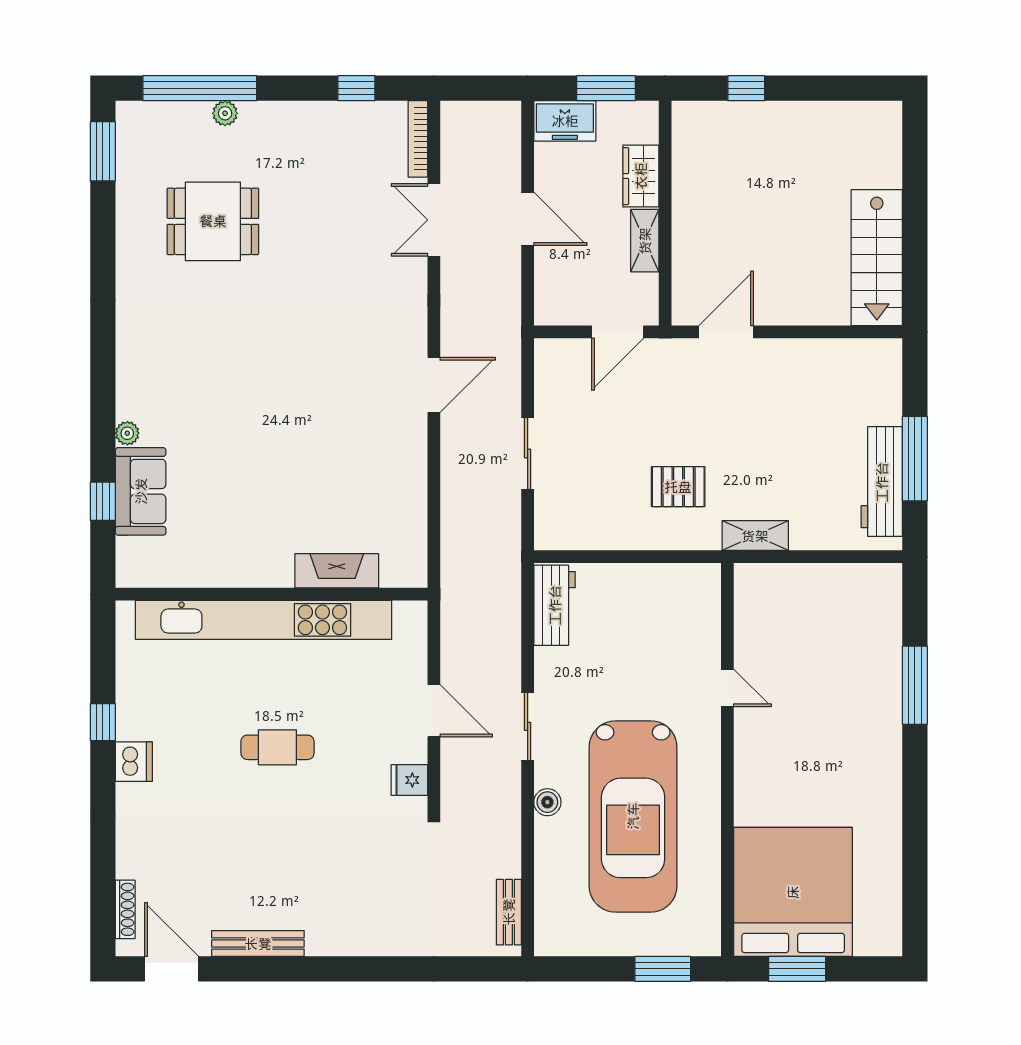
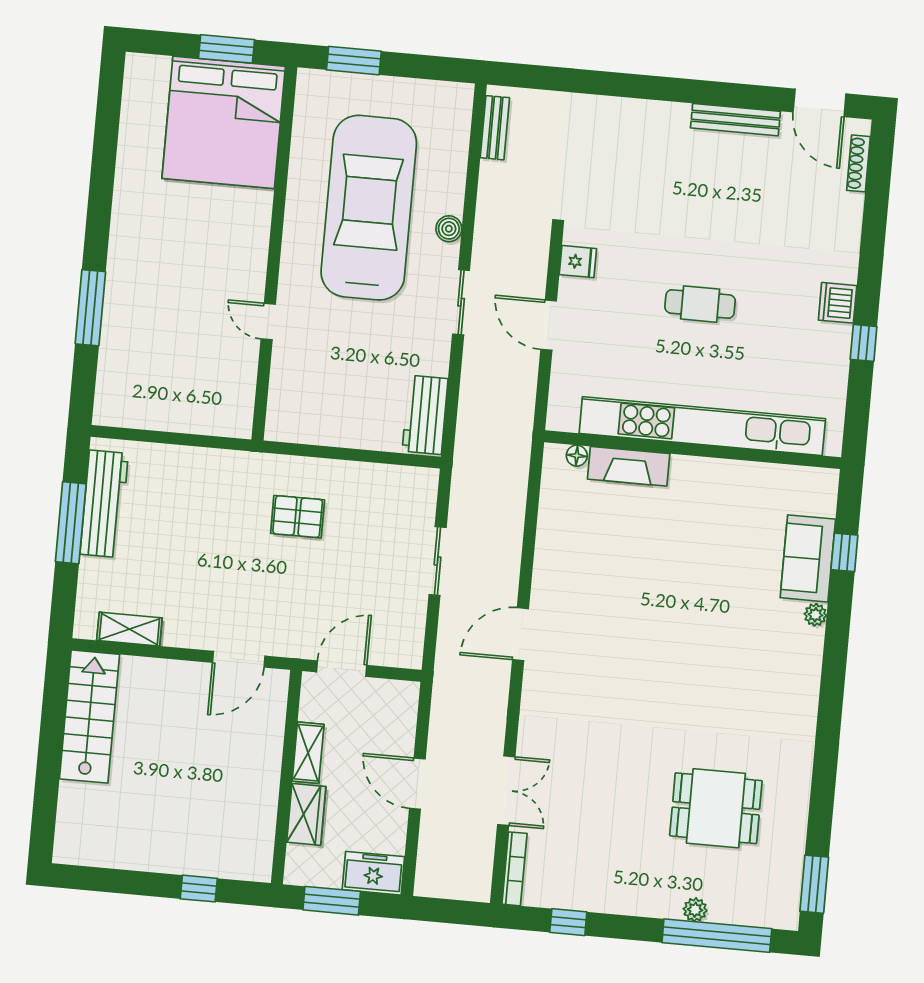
shelving: (755, 536) -> (129, 629), moved
floor lamp: (392, 577) -> (577, 456), added

